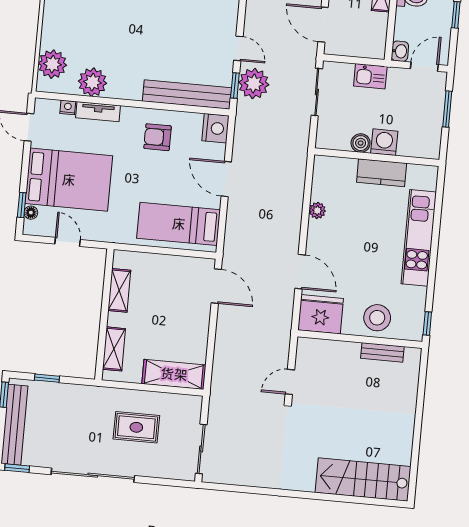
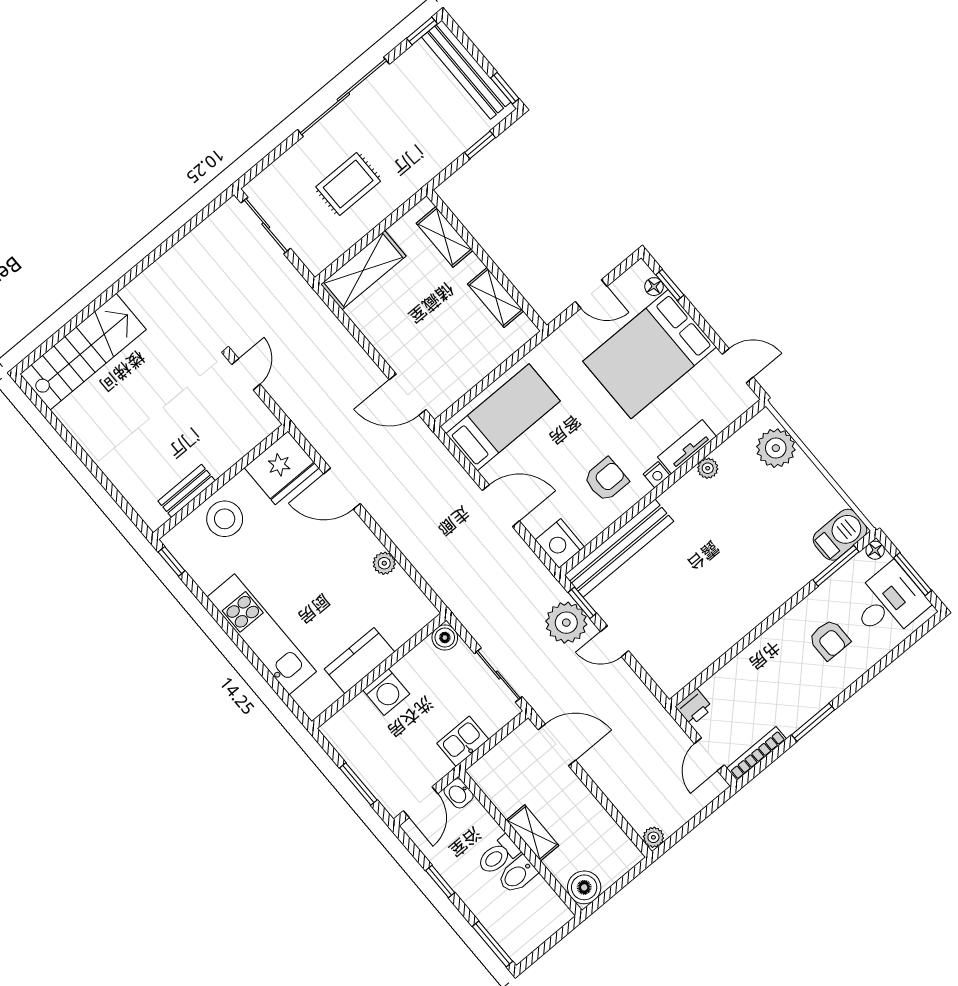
plant: (92, 82) -> (708, 468), width x0.53, depth x0.53
nightstand: (68, 107) -> (656, 475), moved
boiler: (361, 143) -> (445, 638), moved

